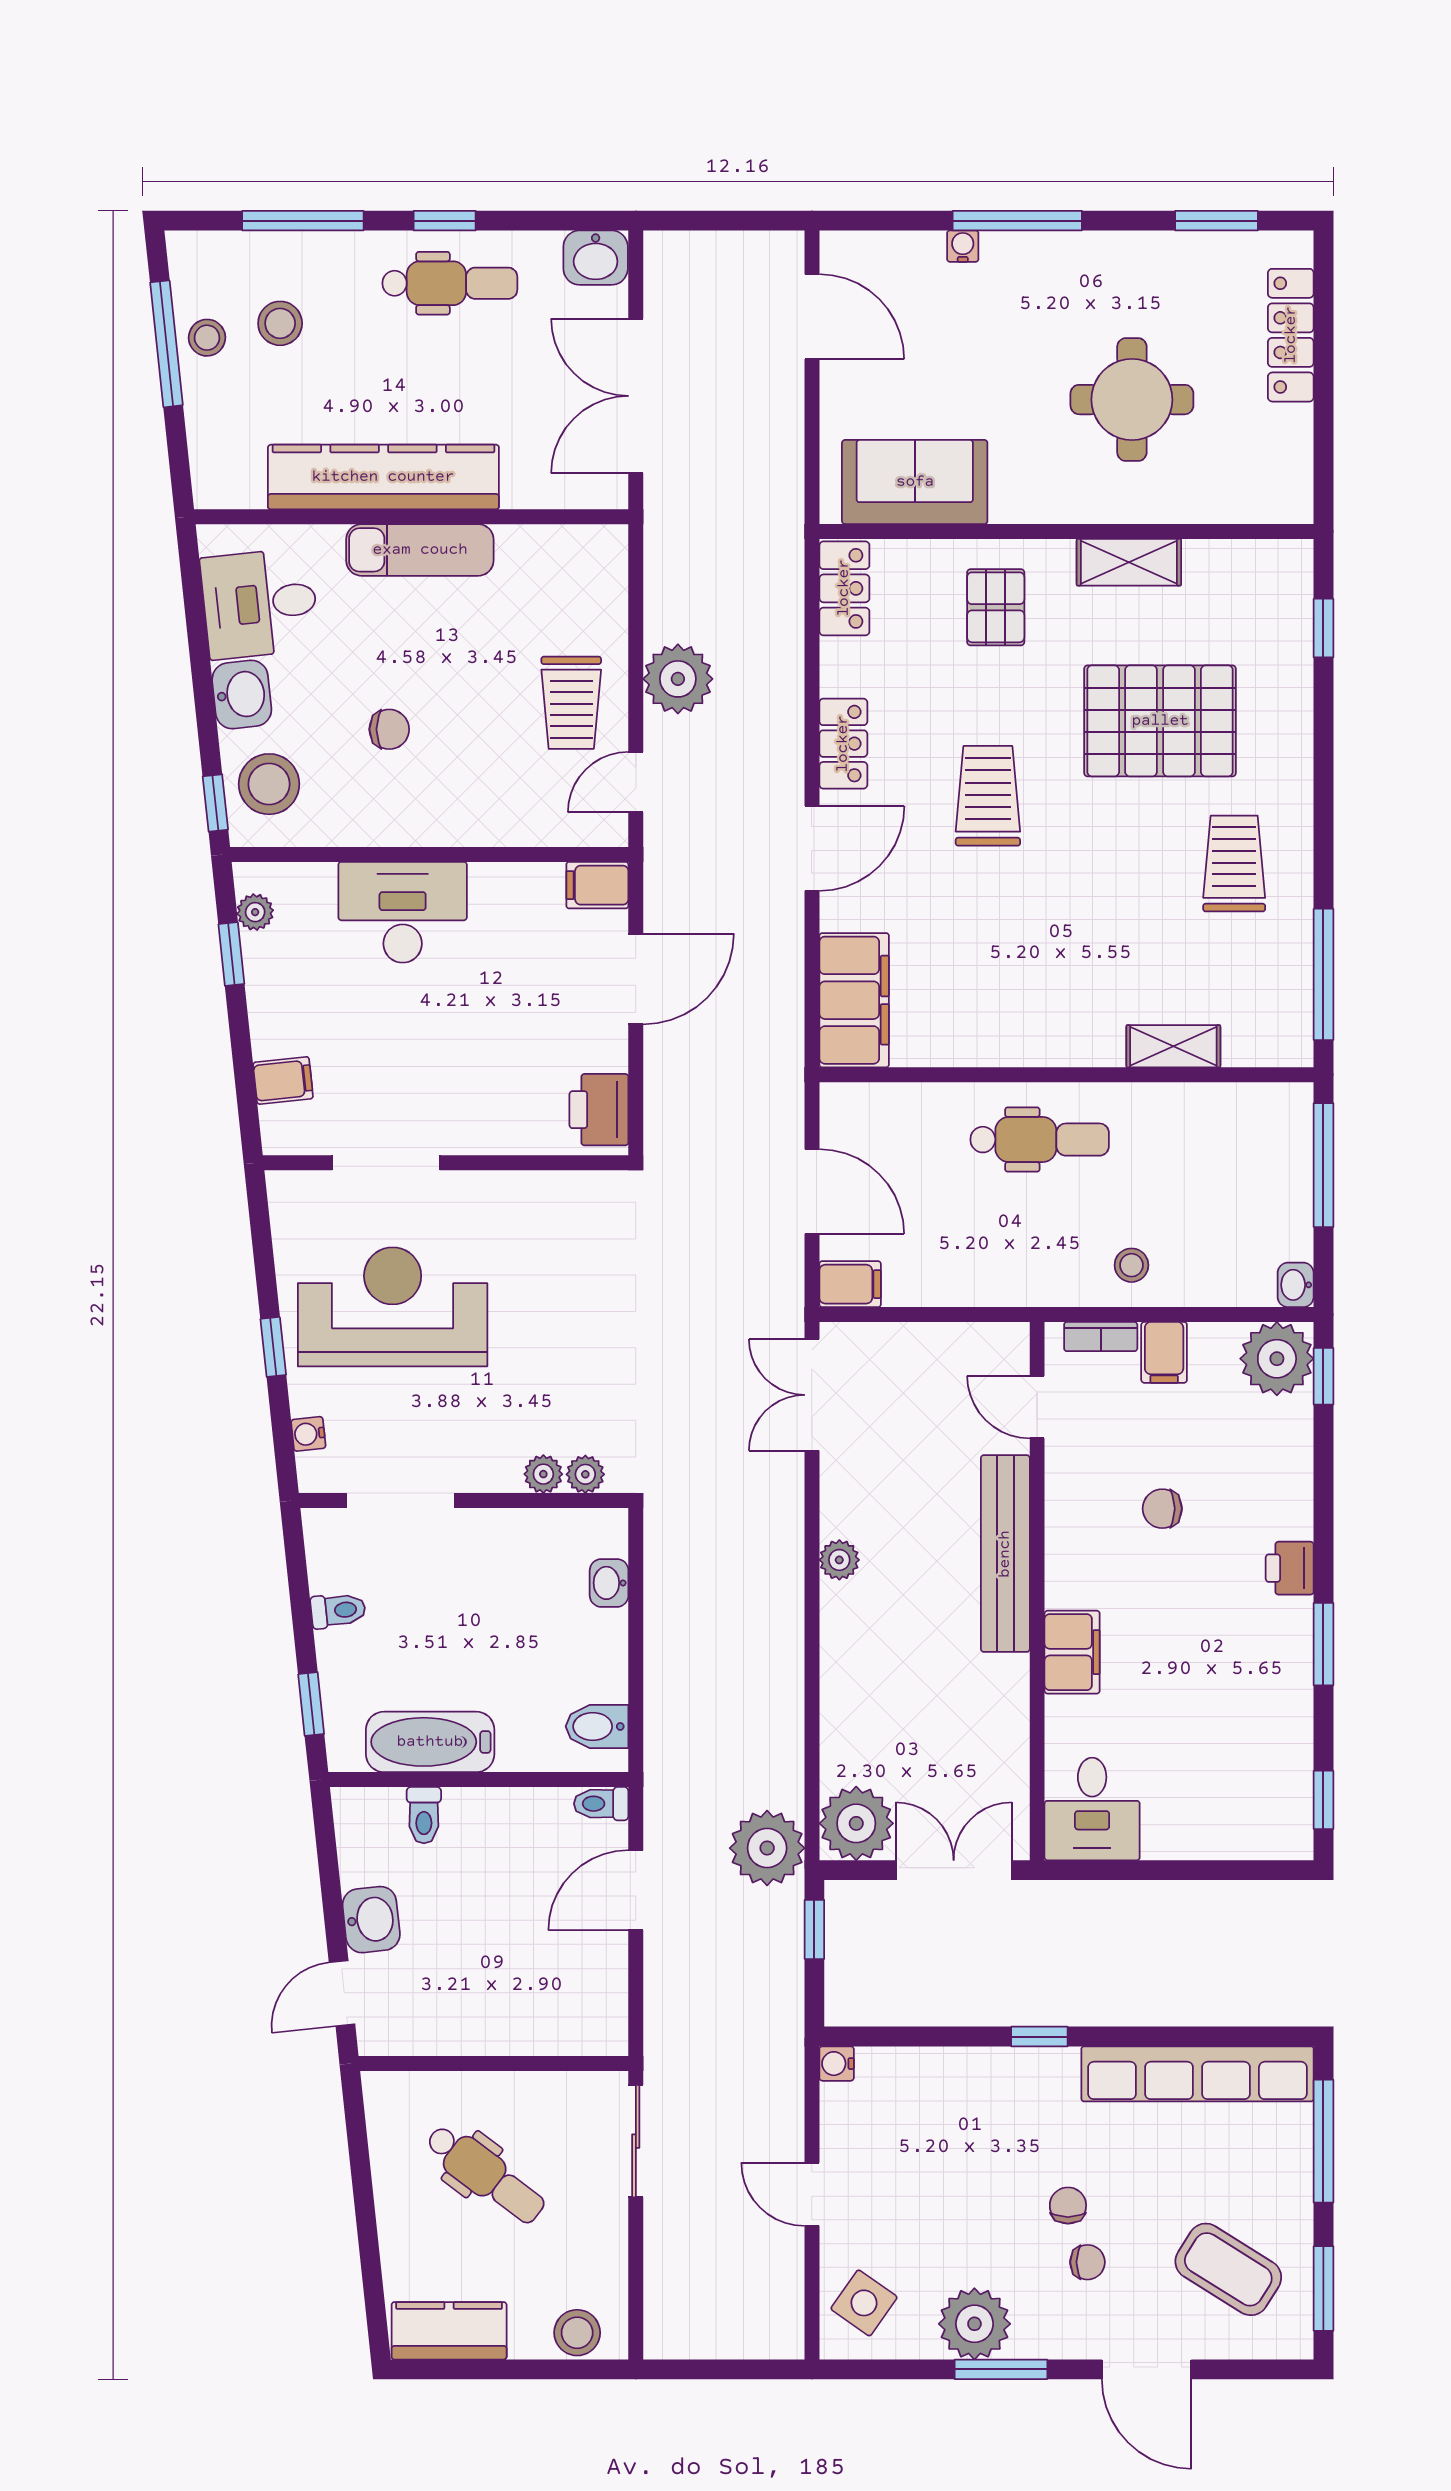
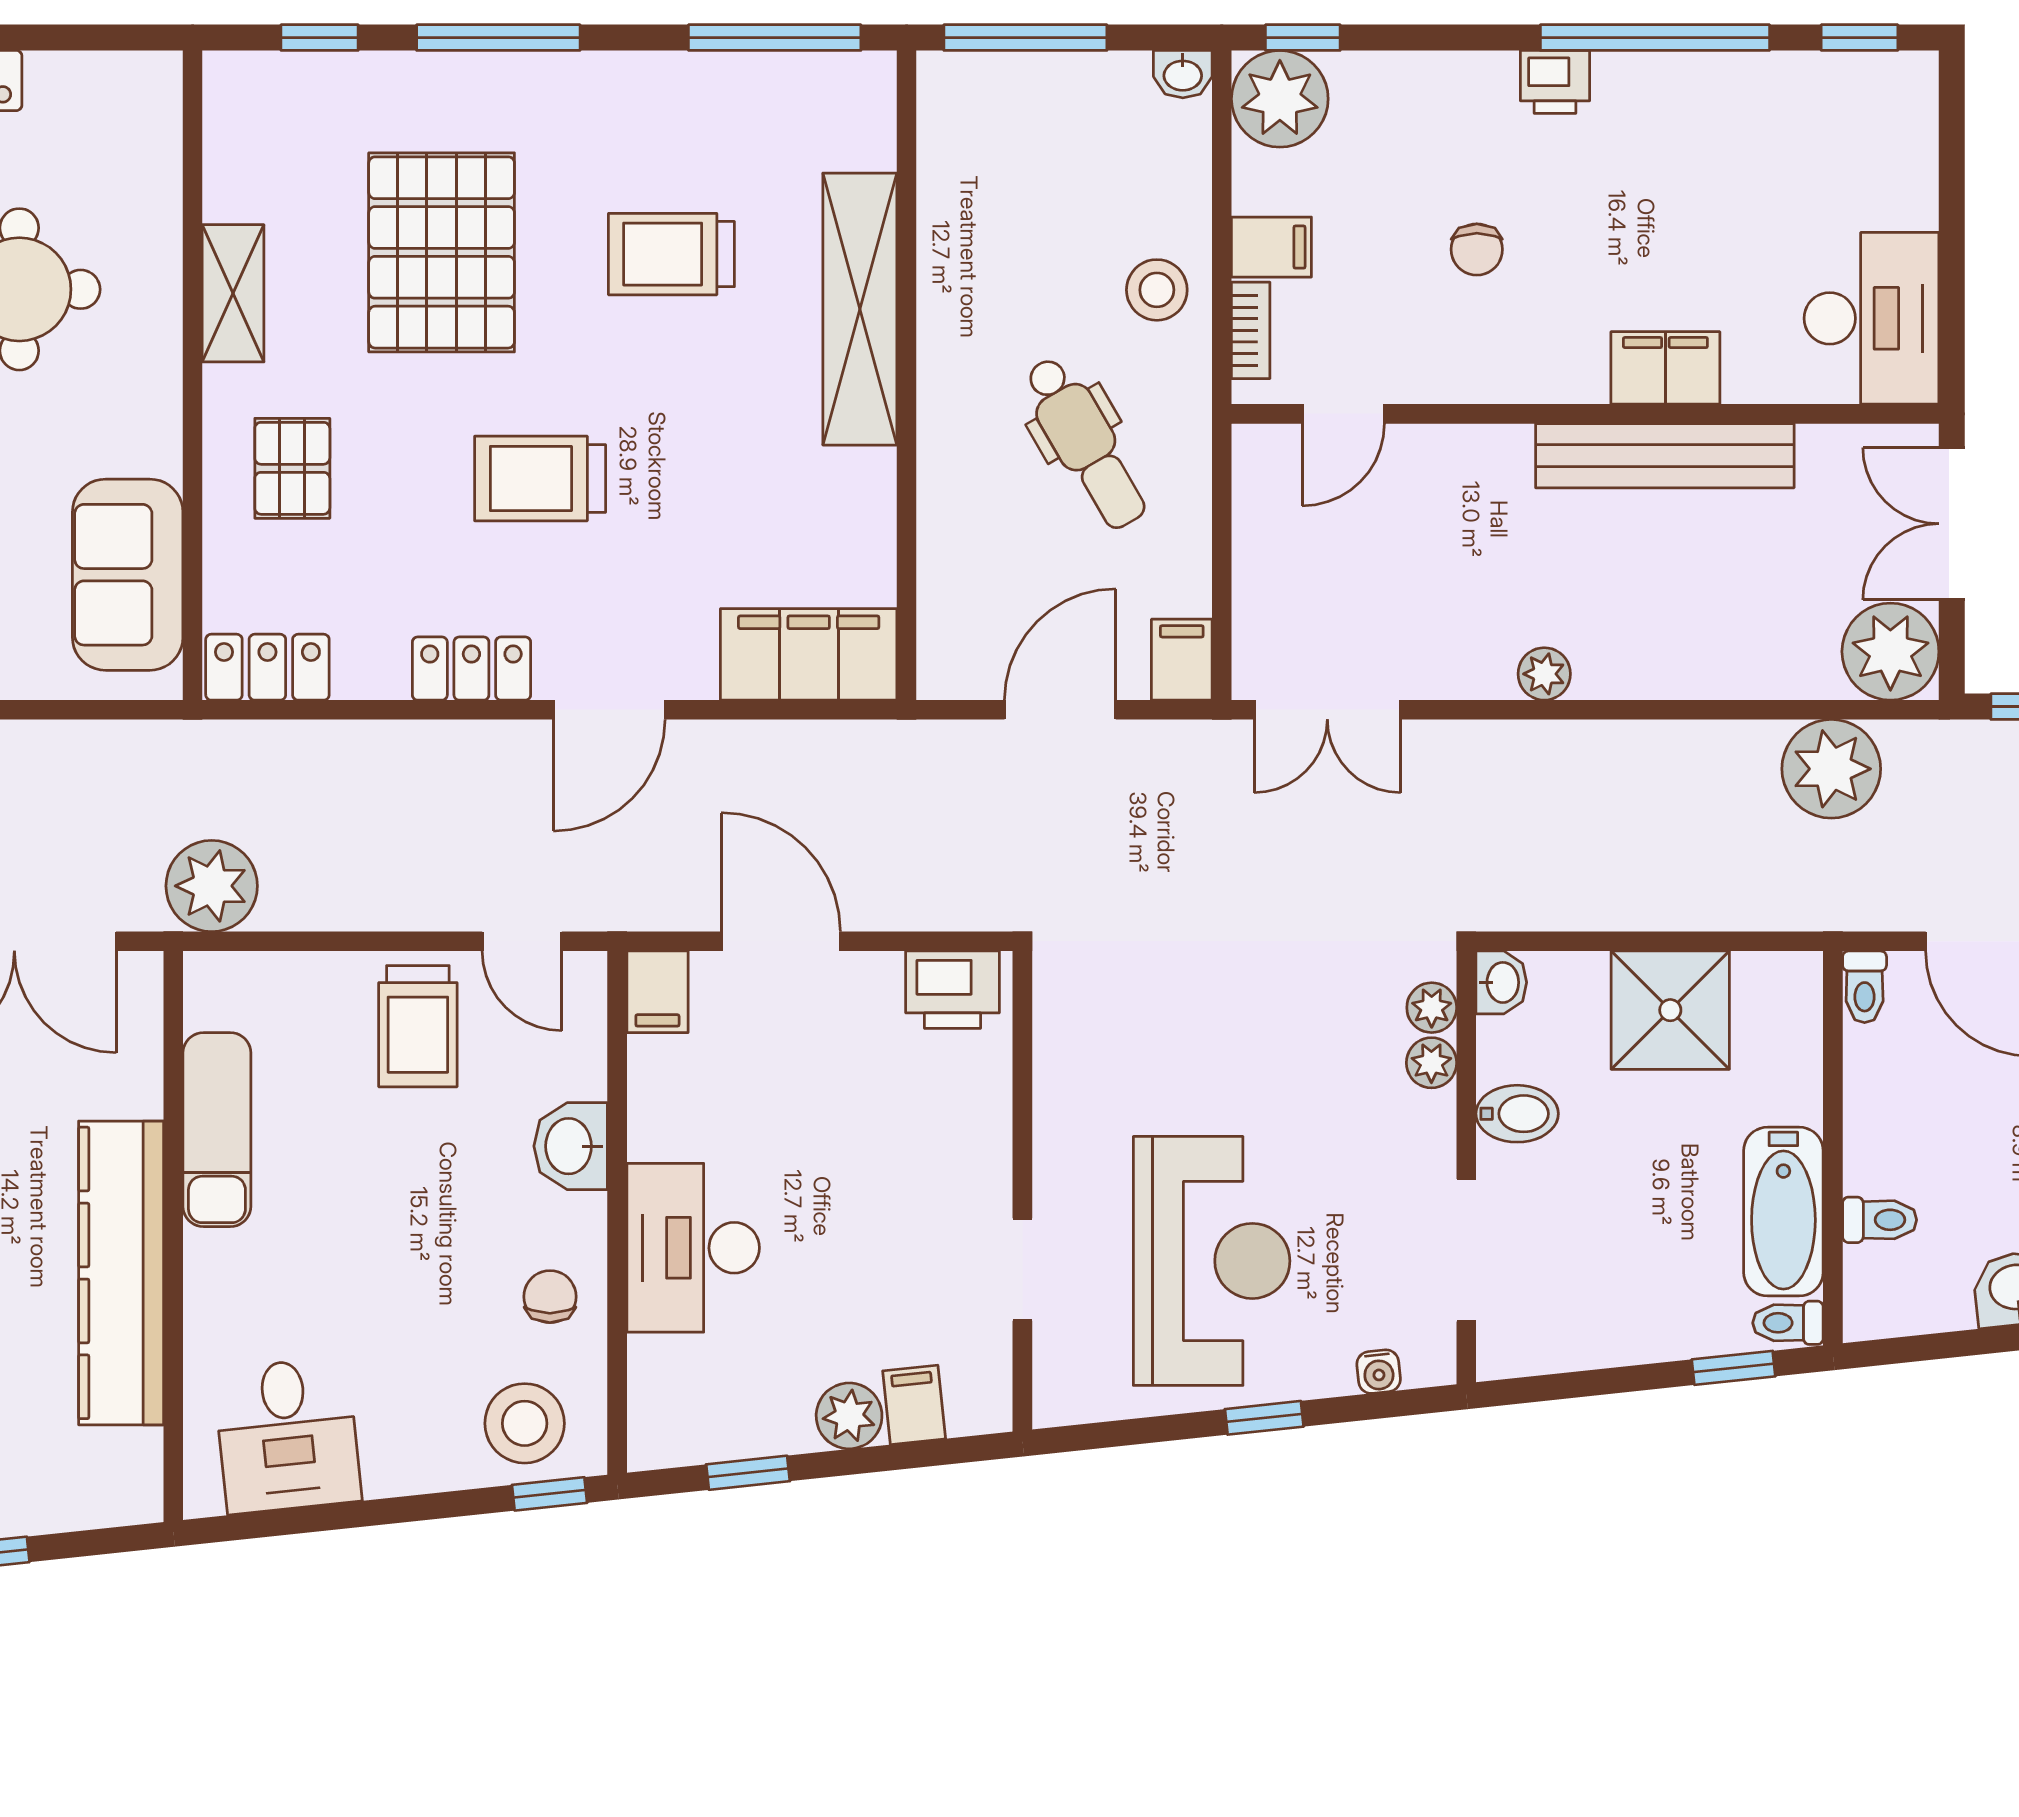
exam couch: (420, 550) -> (217, 1130), moved
pallet: (996, 607) -> (292, 468), turned 90
plant: (678, 679) -> (212, 886), moved
washbasin: (242, 695) -> (571, 1146), moved, turned -84
trolley: (571, 703) -> (418, 1026), turned 90
chair: (389, 729) -> (550, 1297), moved
window: (1323, 764) -> (498, 38), added
door: (812, 848) -> (609, 710), swing flipped
trolley: (1234, 863) -> (671, 254), moved
plant: (255, 912) -> (849, 1416), moved, width x1.38, depth x1.38
shelving: (1173, 1046) -> (860, 309), width x2.20, depth x1.33
dental chair: (1040, 1140) -> (1085, 443), moved, turned 150
doorway: (386, 1163) -> (1022, 1269), width x0.73
stool: (1131, 1265) -> (1157, 290), width x1.37, depth x1.37
reception desk: (393, 1307) -> (1212, 1261), turned 180
bench: (1005, 1554) -> (1665, 456), moved
washbasin: (609, 1583) -> (1501, 982), moved, turned -90
toilet: (338, 1610) -> (1788, 1323), moved, turned -84
window: (1323, 1644) -> (1655, 38), width x2.11
shower: (583, 1656) -> (1670, 1010), added
bidet: (597, 1726) -> (1517, 1114), moved, turned -90
desk: (1092, 1809) -> (1872, 318), width x1.37
plant: (767, 1848) -> (1831, 769), moved

